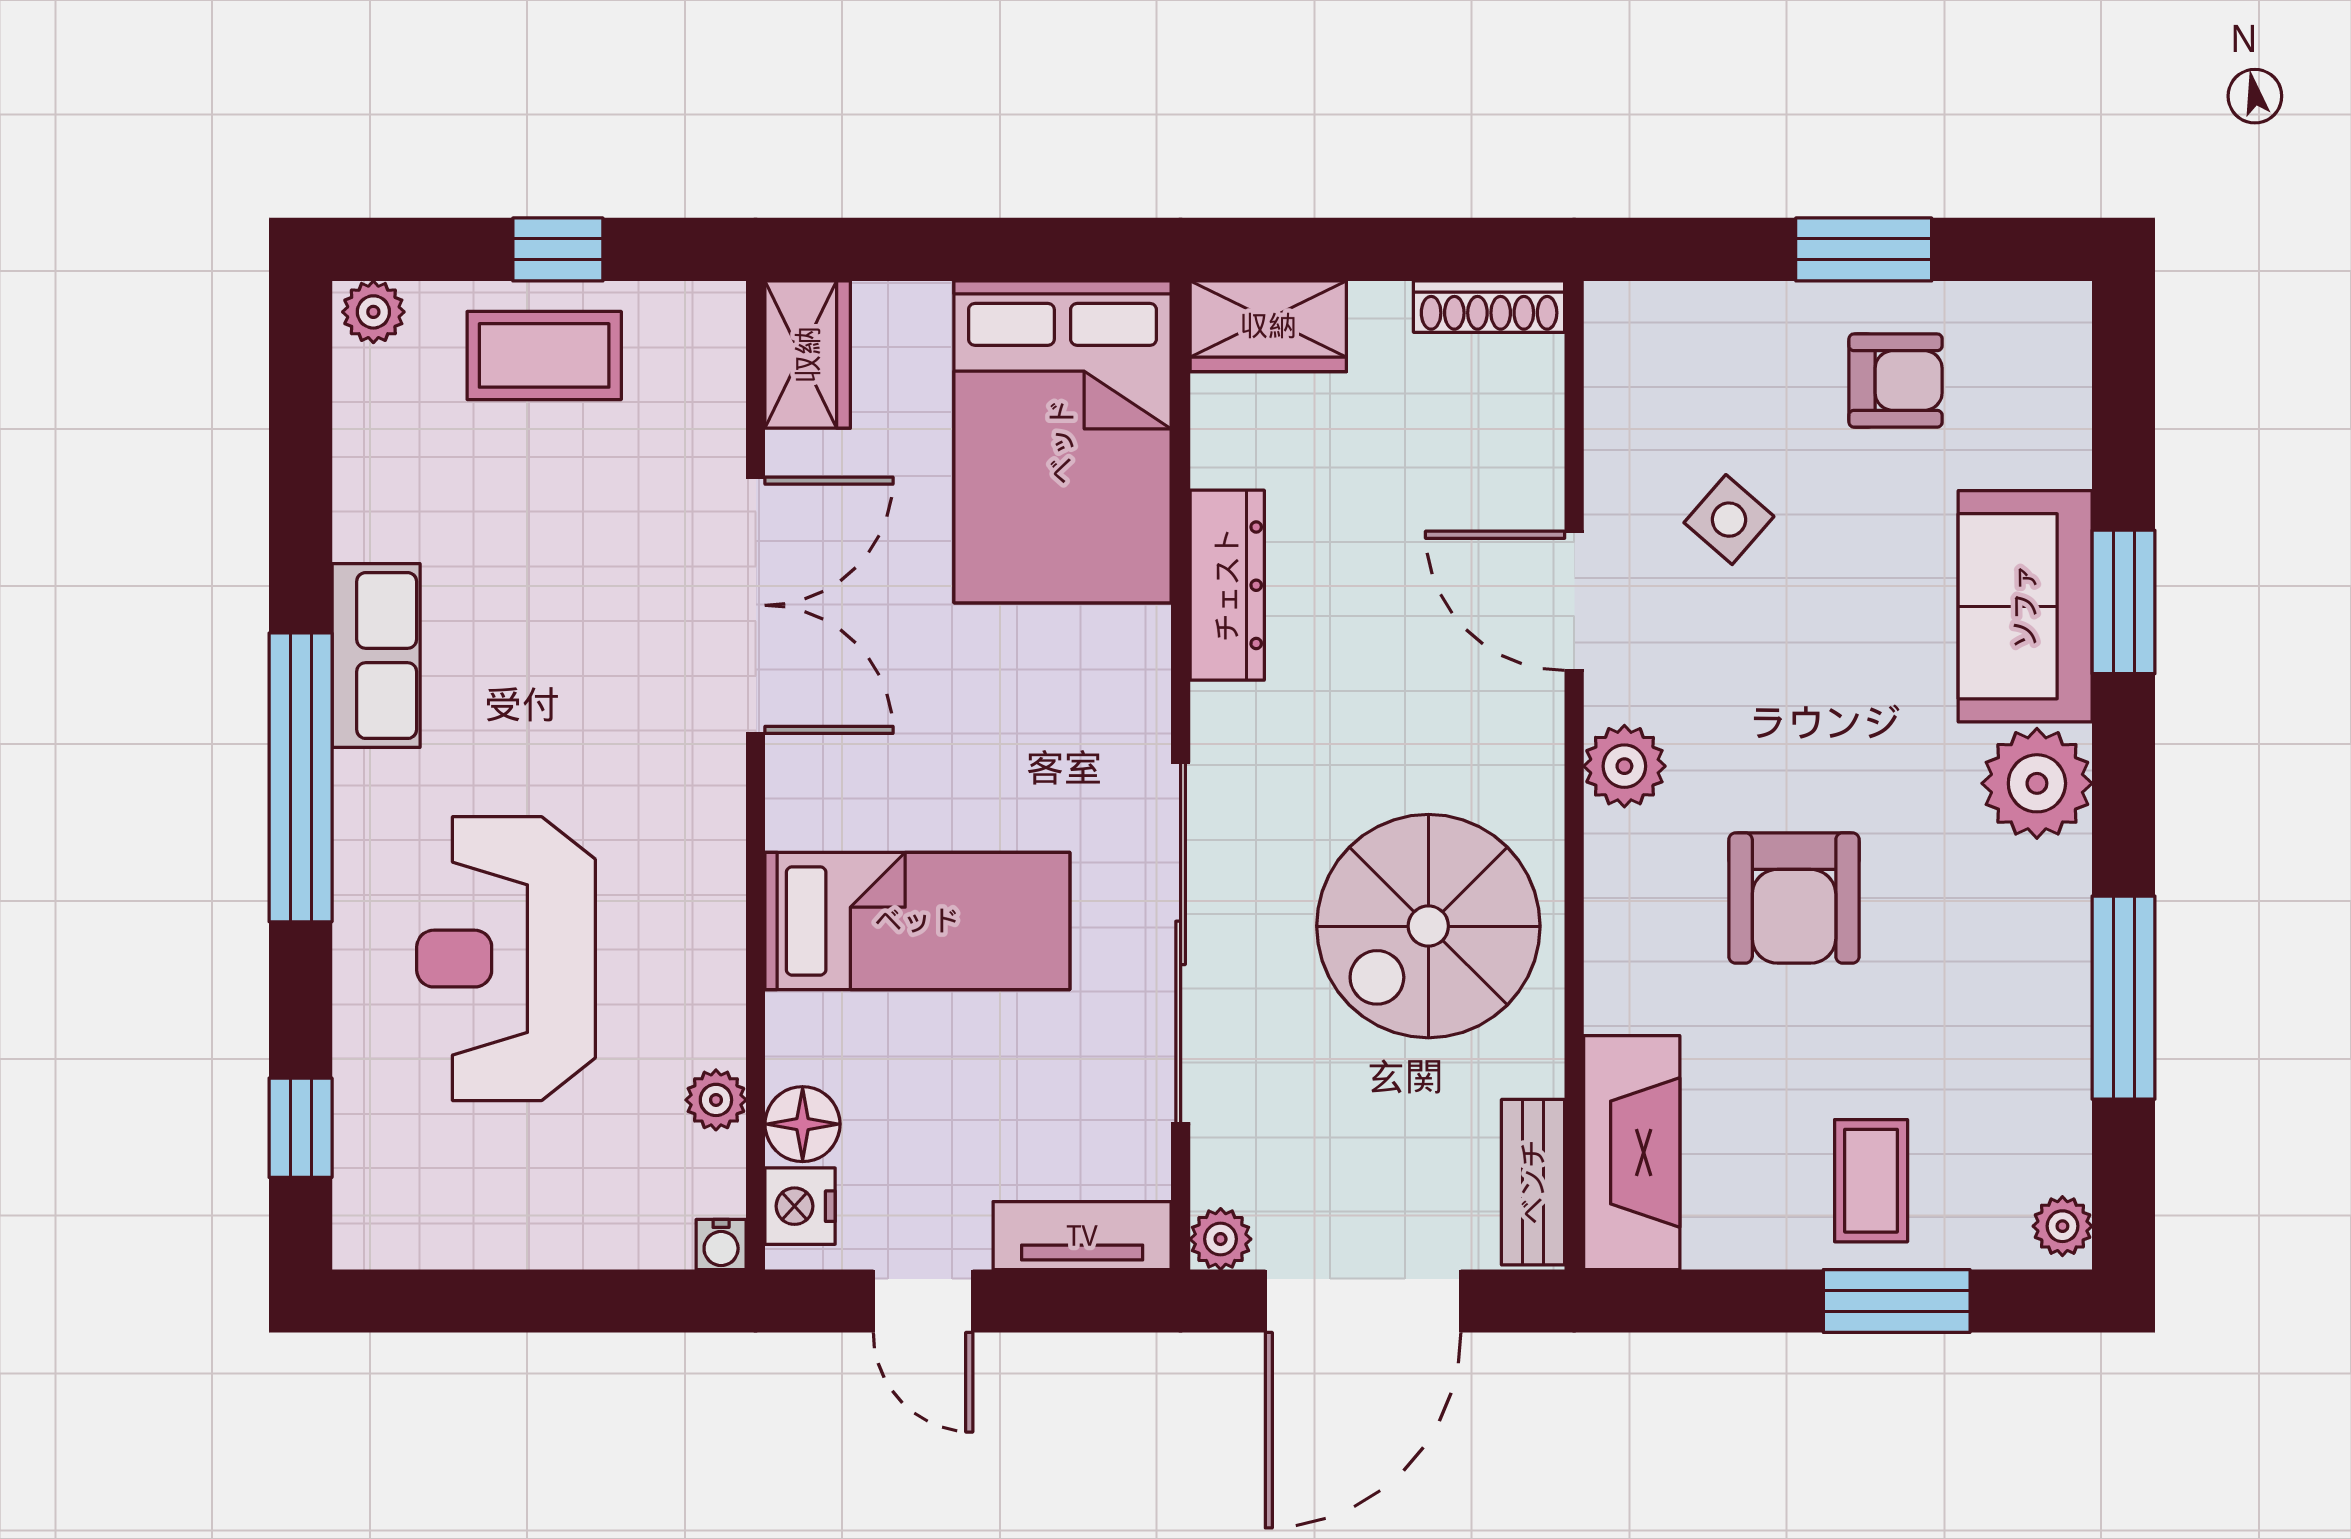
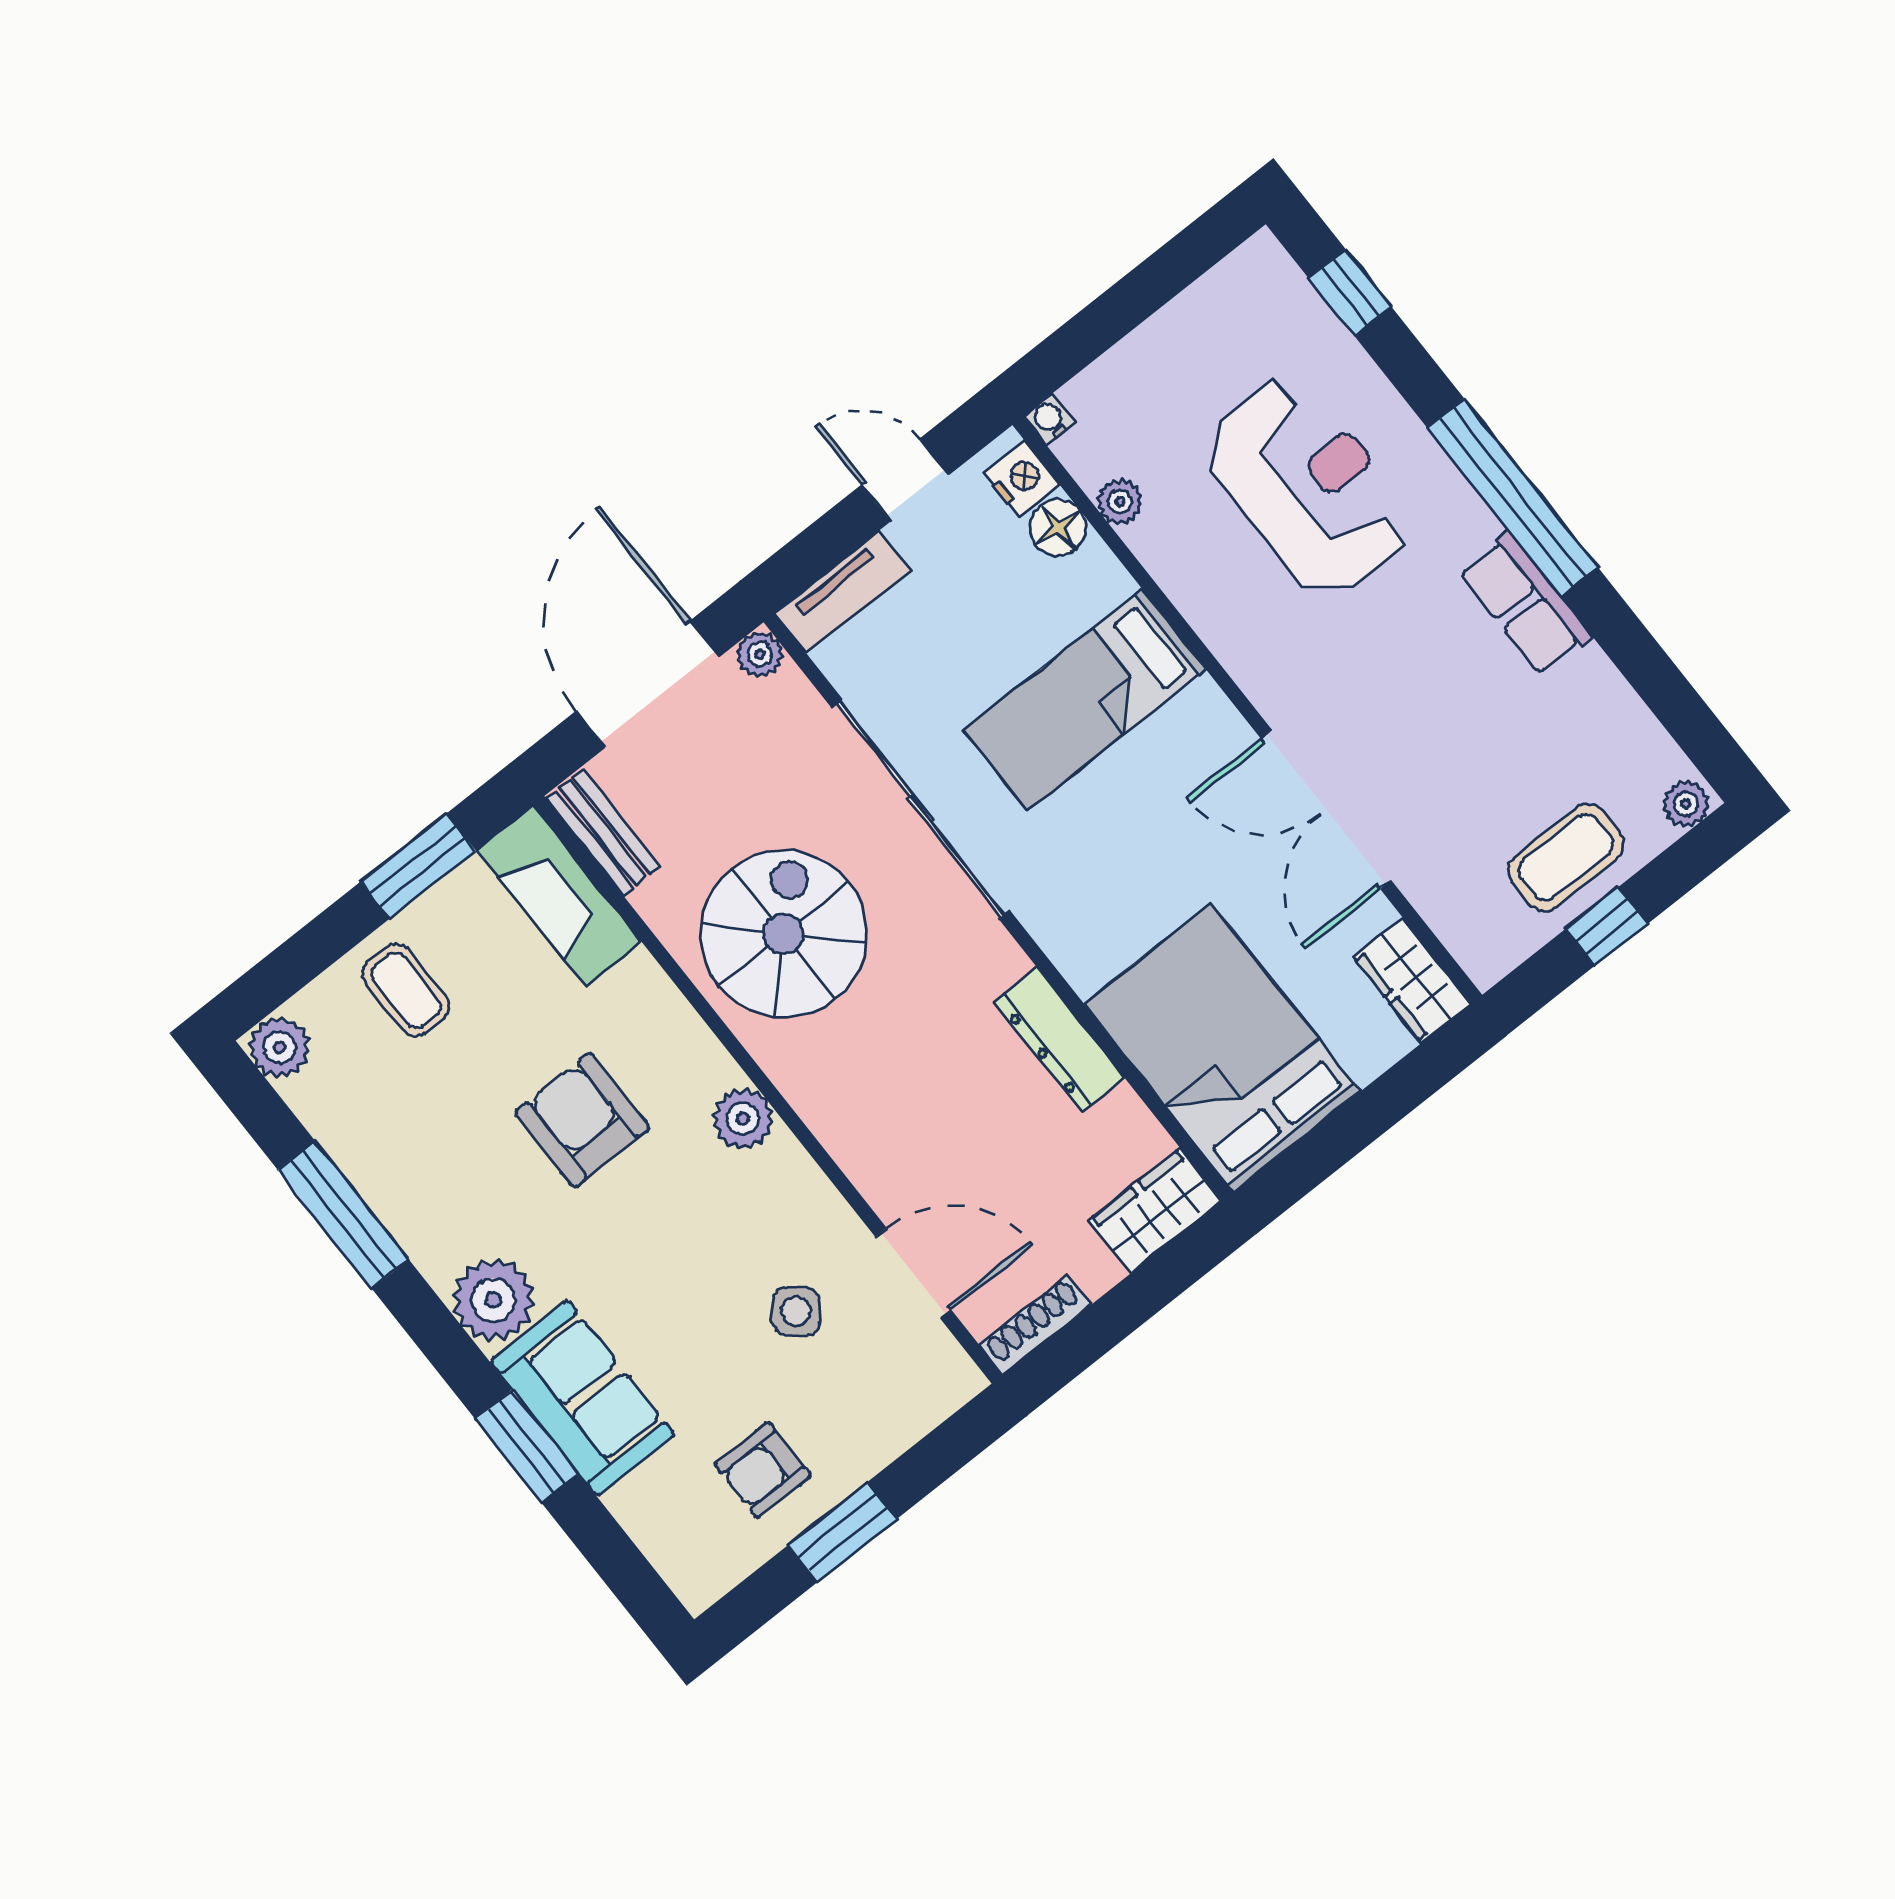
door: (1574, 601) -> (913, 1273), moved
plant: (2062, 1226) -> (279, 1047), width x1.38, depth x1.38
window: (1897, 1301) -> (418, 866), moved

